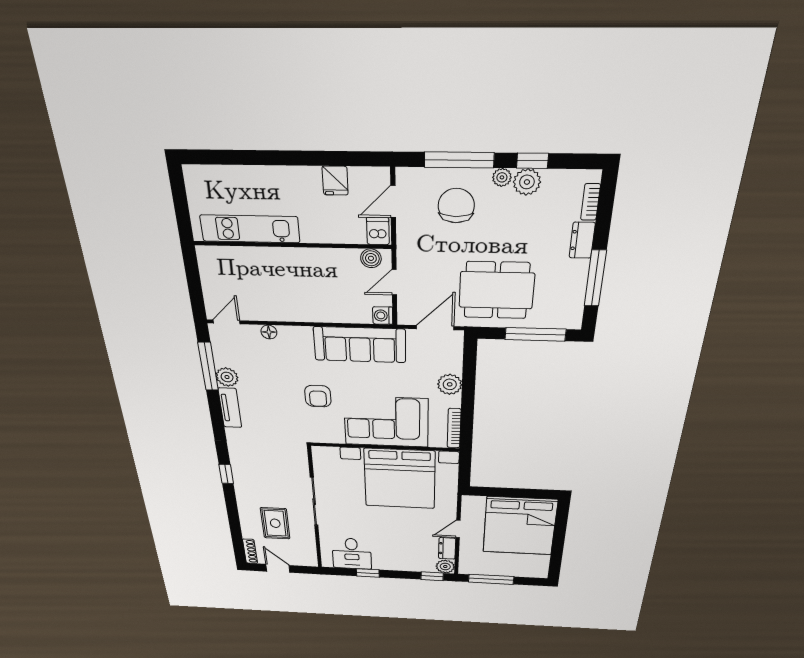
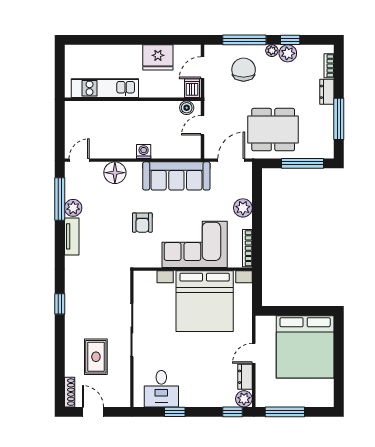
fridge: (335, 181) -> (158, 57), width x1.88, depth x1.34
washing machine: (383, 316) -> (144, 151), moved, turned 90
floor lamp: (269, 332) -> (115, 173), width x1.89, depth x1.89

